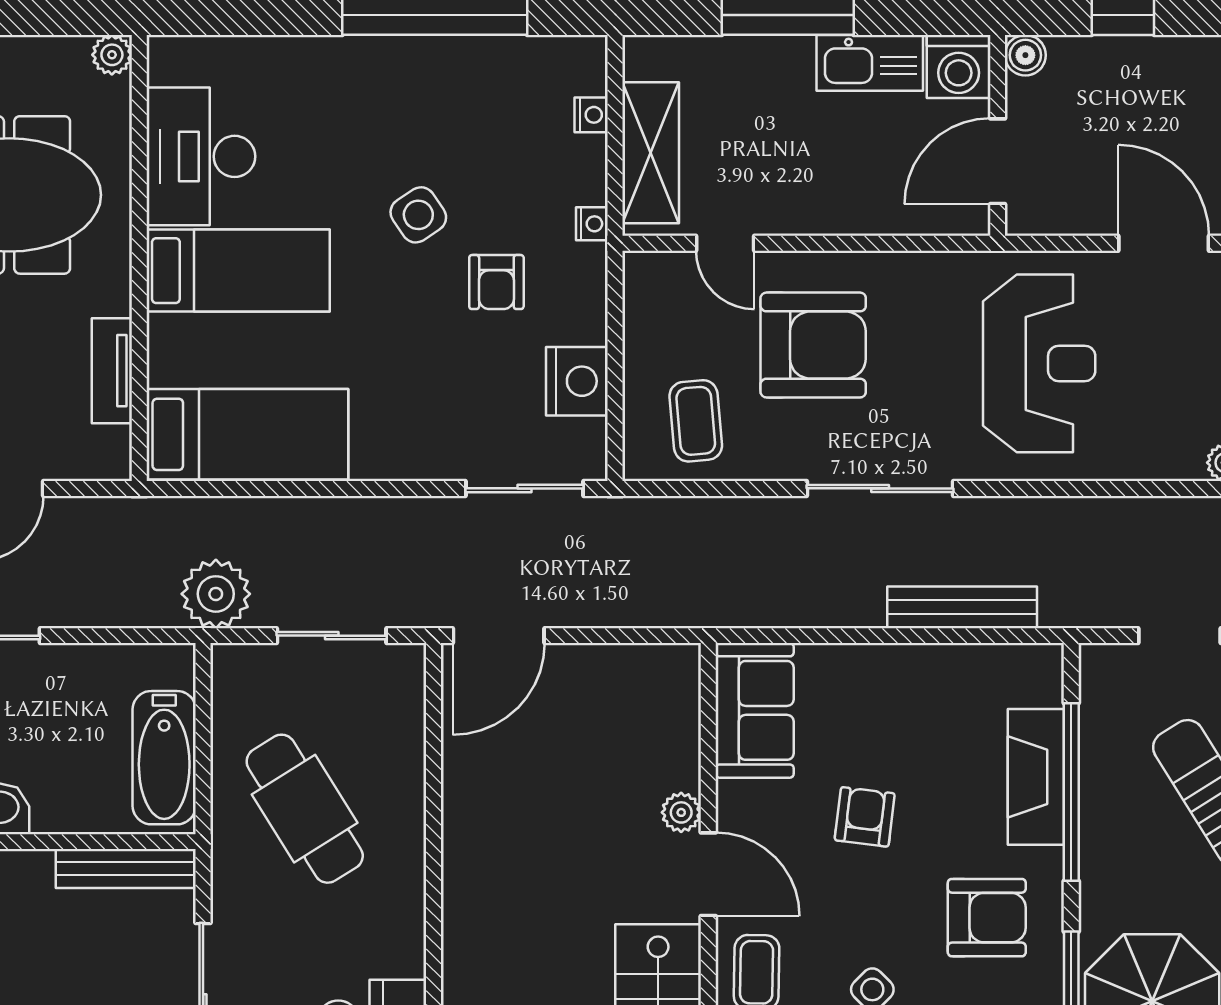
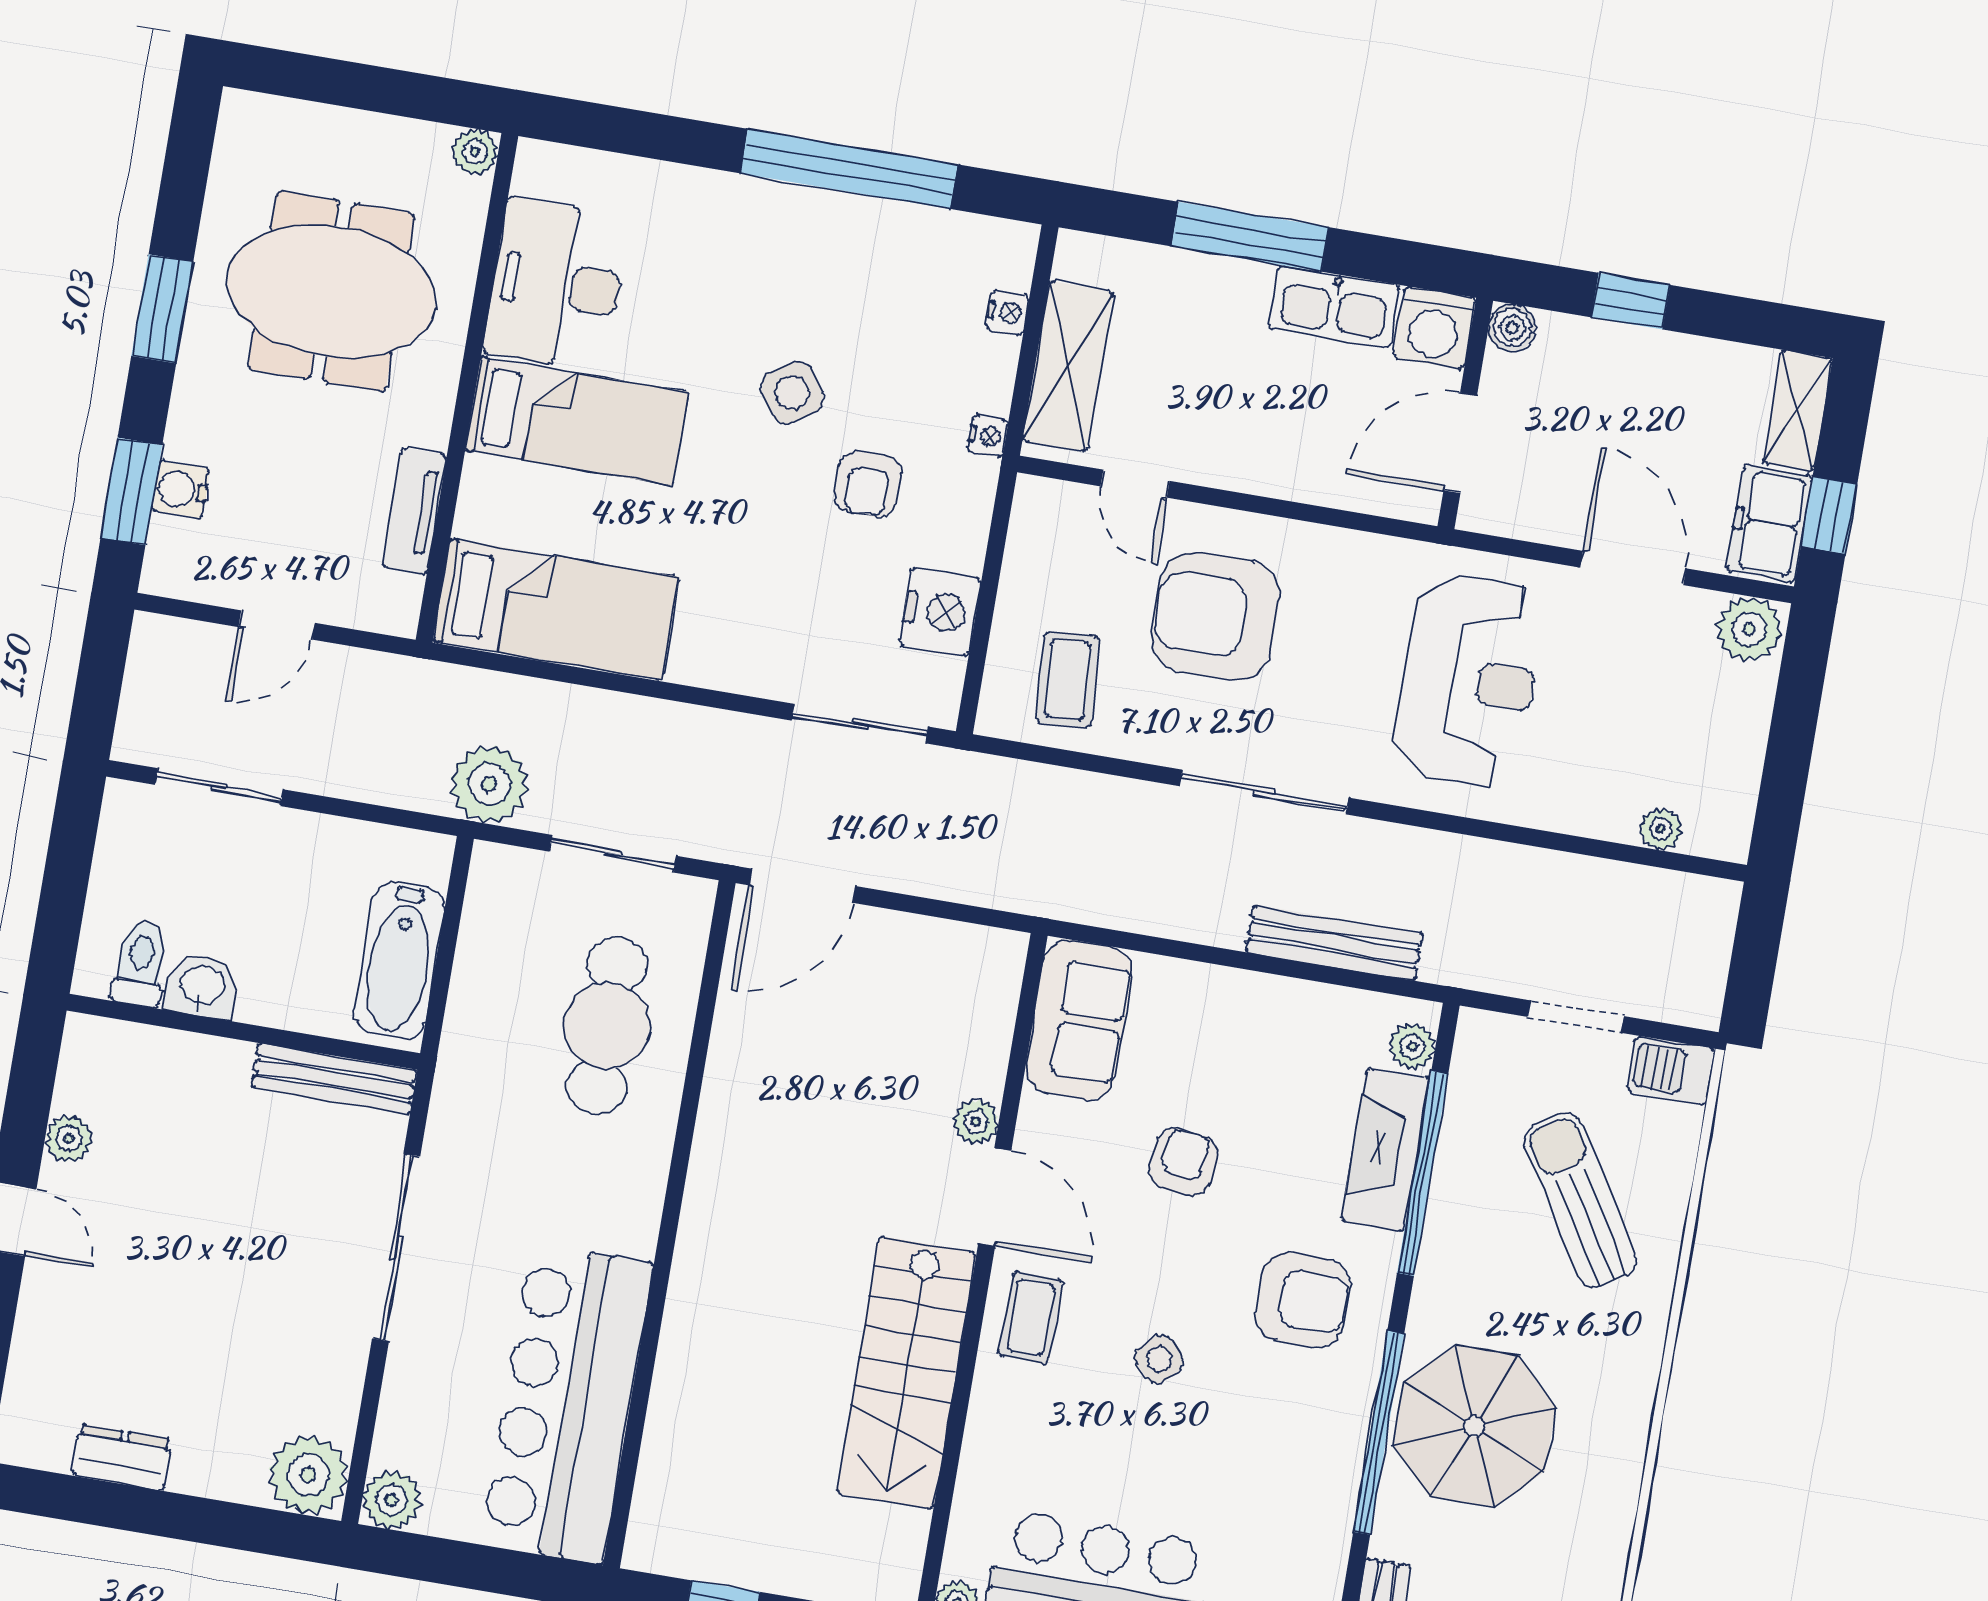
armchair: (813, 345) -> (1216, 616), turned 180
plant: (1044, 685) -> (1412, 1047), added
cafe table: (305, 809) -> (607, 1026), moved, turned 32

